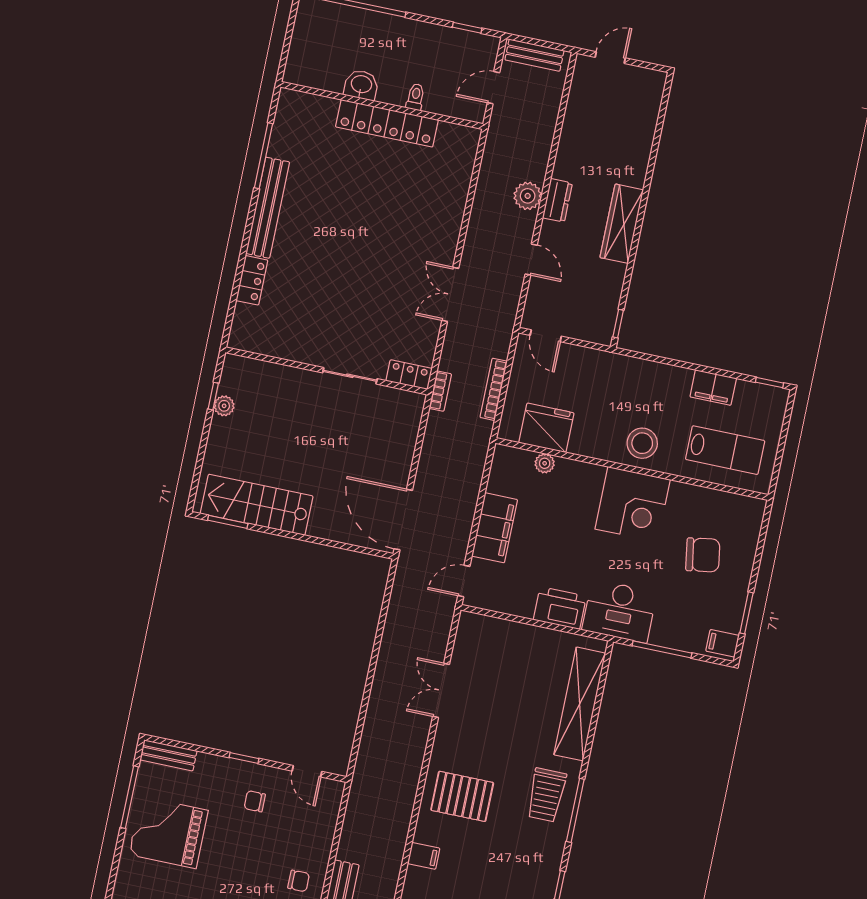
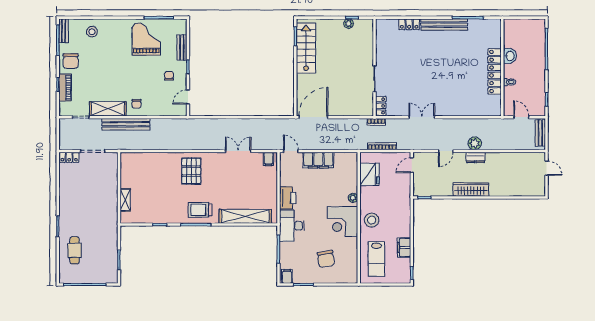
plant: (545, 463) -> (353, 198), moved
bench: (168, 755) -> (182, 47), moved
filing cabinet: (424, 856) -> (269, 159), moved

